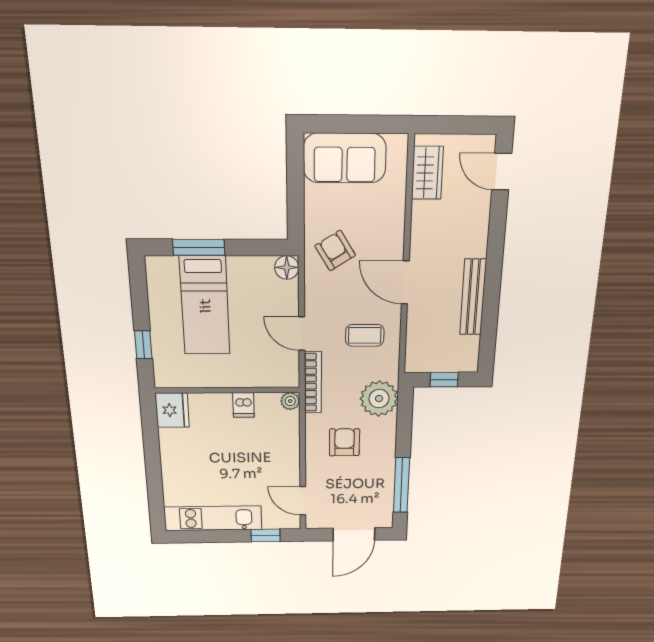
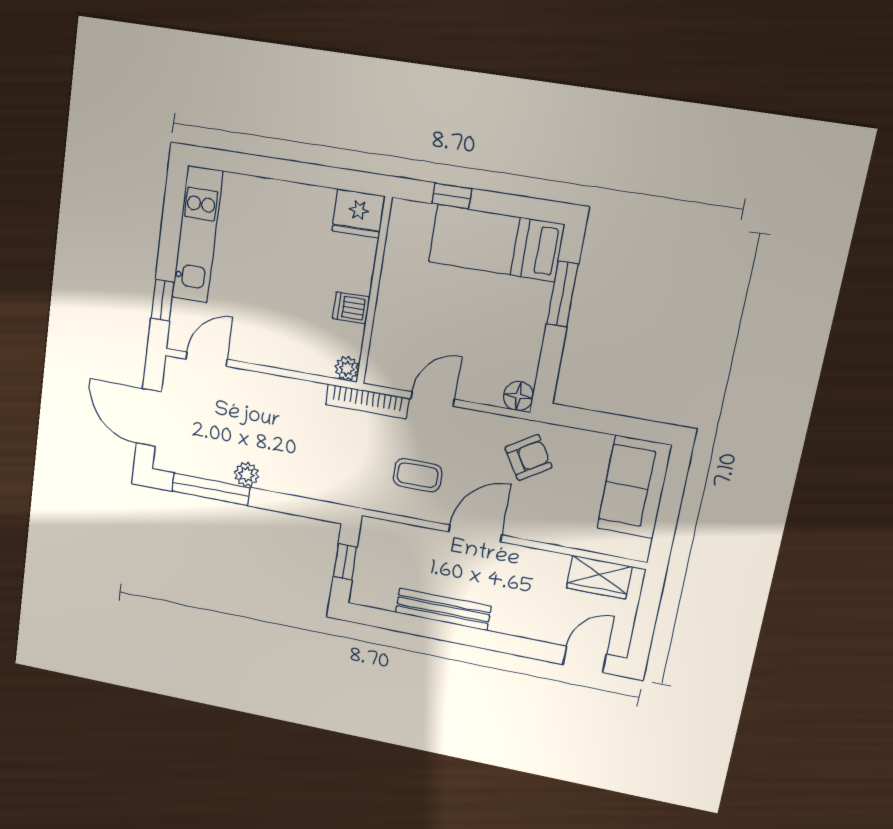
bed: (205, 306) -> (496, 243), moved
coffee table: (365, 335) -> (418, 475), turned 90
plant: (379, 399) -> (247, 474), moved, width x0.53, depth x0.53
armchair: (344, 442) -> (281, 427), removed

